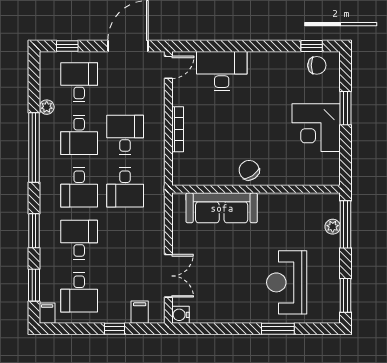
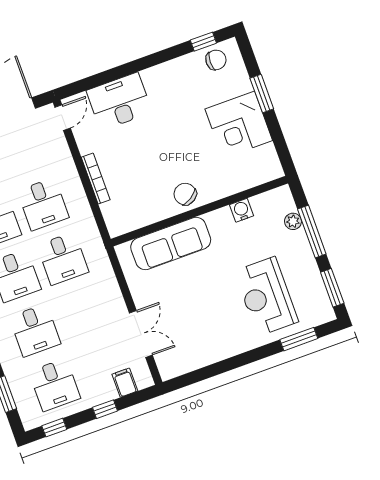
desk: (125, 135) -> (43, 204), turned 180
window: (346, 224) -> (312, 232), moved
desk: (79, 240) -> (35, 330), turned 180
filing cabinet: (47, 313) -> (29, 418), removed
water cooler: (180, 315) -> (241, 210), moved, turned 90
window: (66, 329) -> (54, 428), added
window: (278, 329) -> (299, 339), moved

